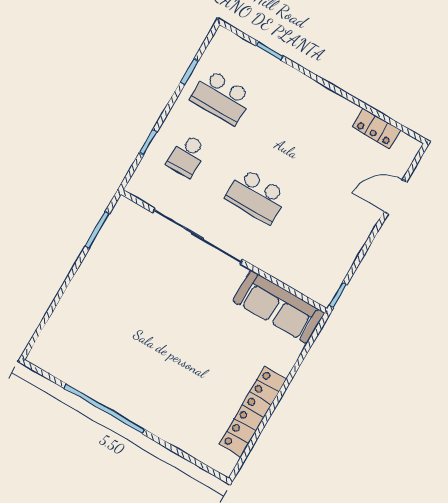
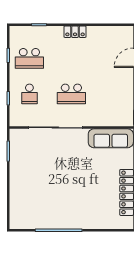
locker: (376, 128) -> (75, 32), moved

